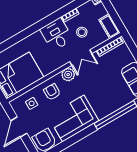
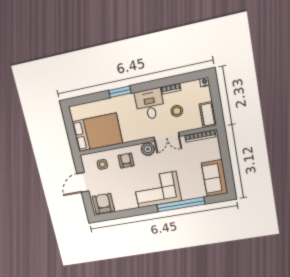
window: (27, 33) -> (120, 92), added
corner sofa: (73, 118) -> (157, 190), moved

